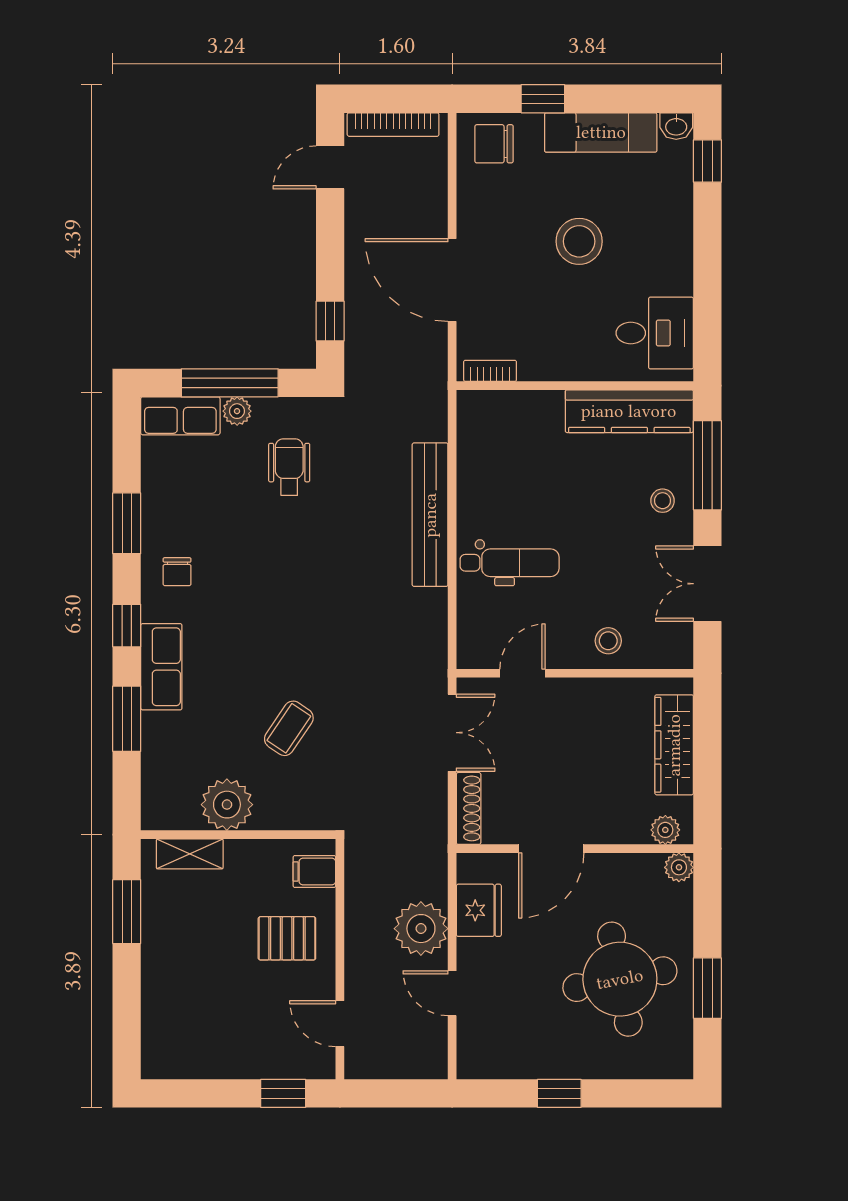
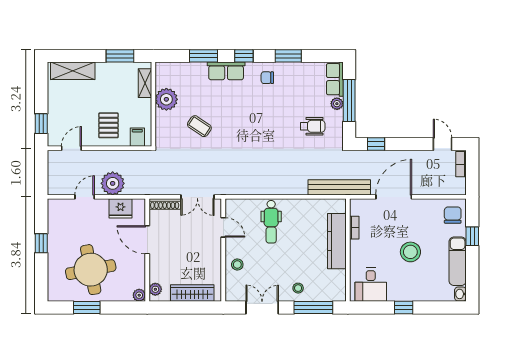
bookcase: (393, 125) -> (461, 164), width x0.64
window: (707, 161) -> (404, 308), moved
bookcase: (490, 371) -> (354, 228), moved
kitchen counter: (629, 411) -> (337, 241), moved
bench: (430, 515) -> (339, 187), moved
shelving: (161, 1021) -> (73, 71), added

